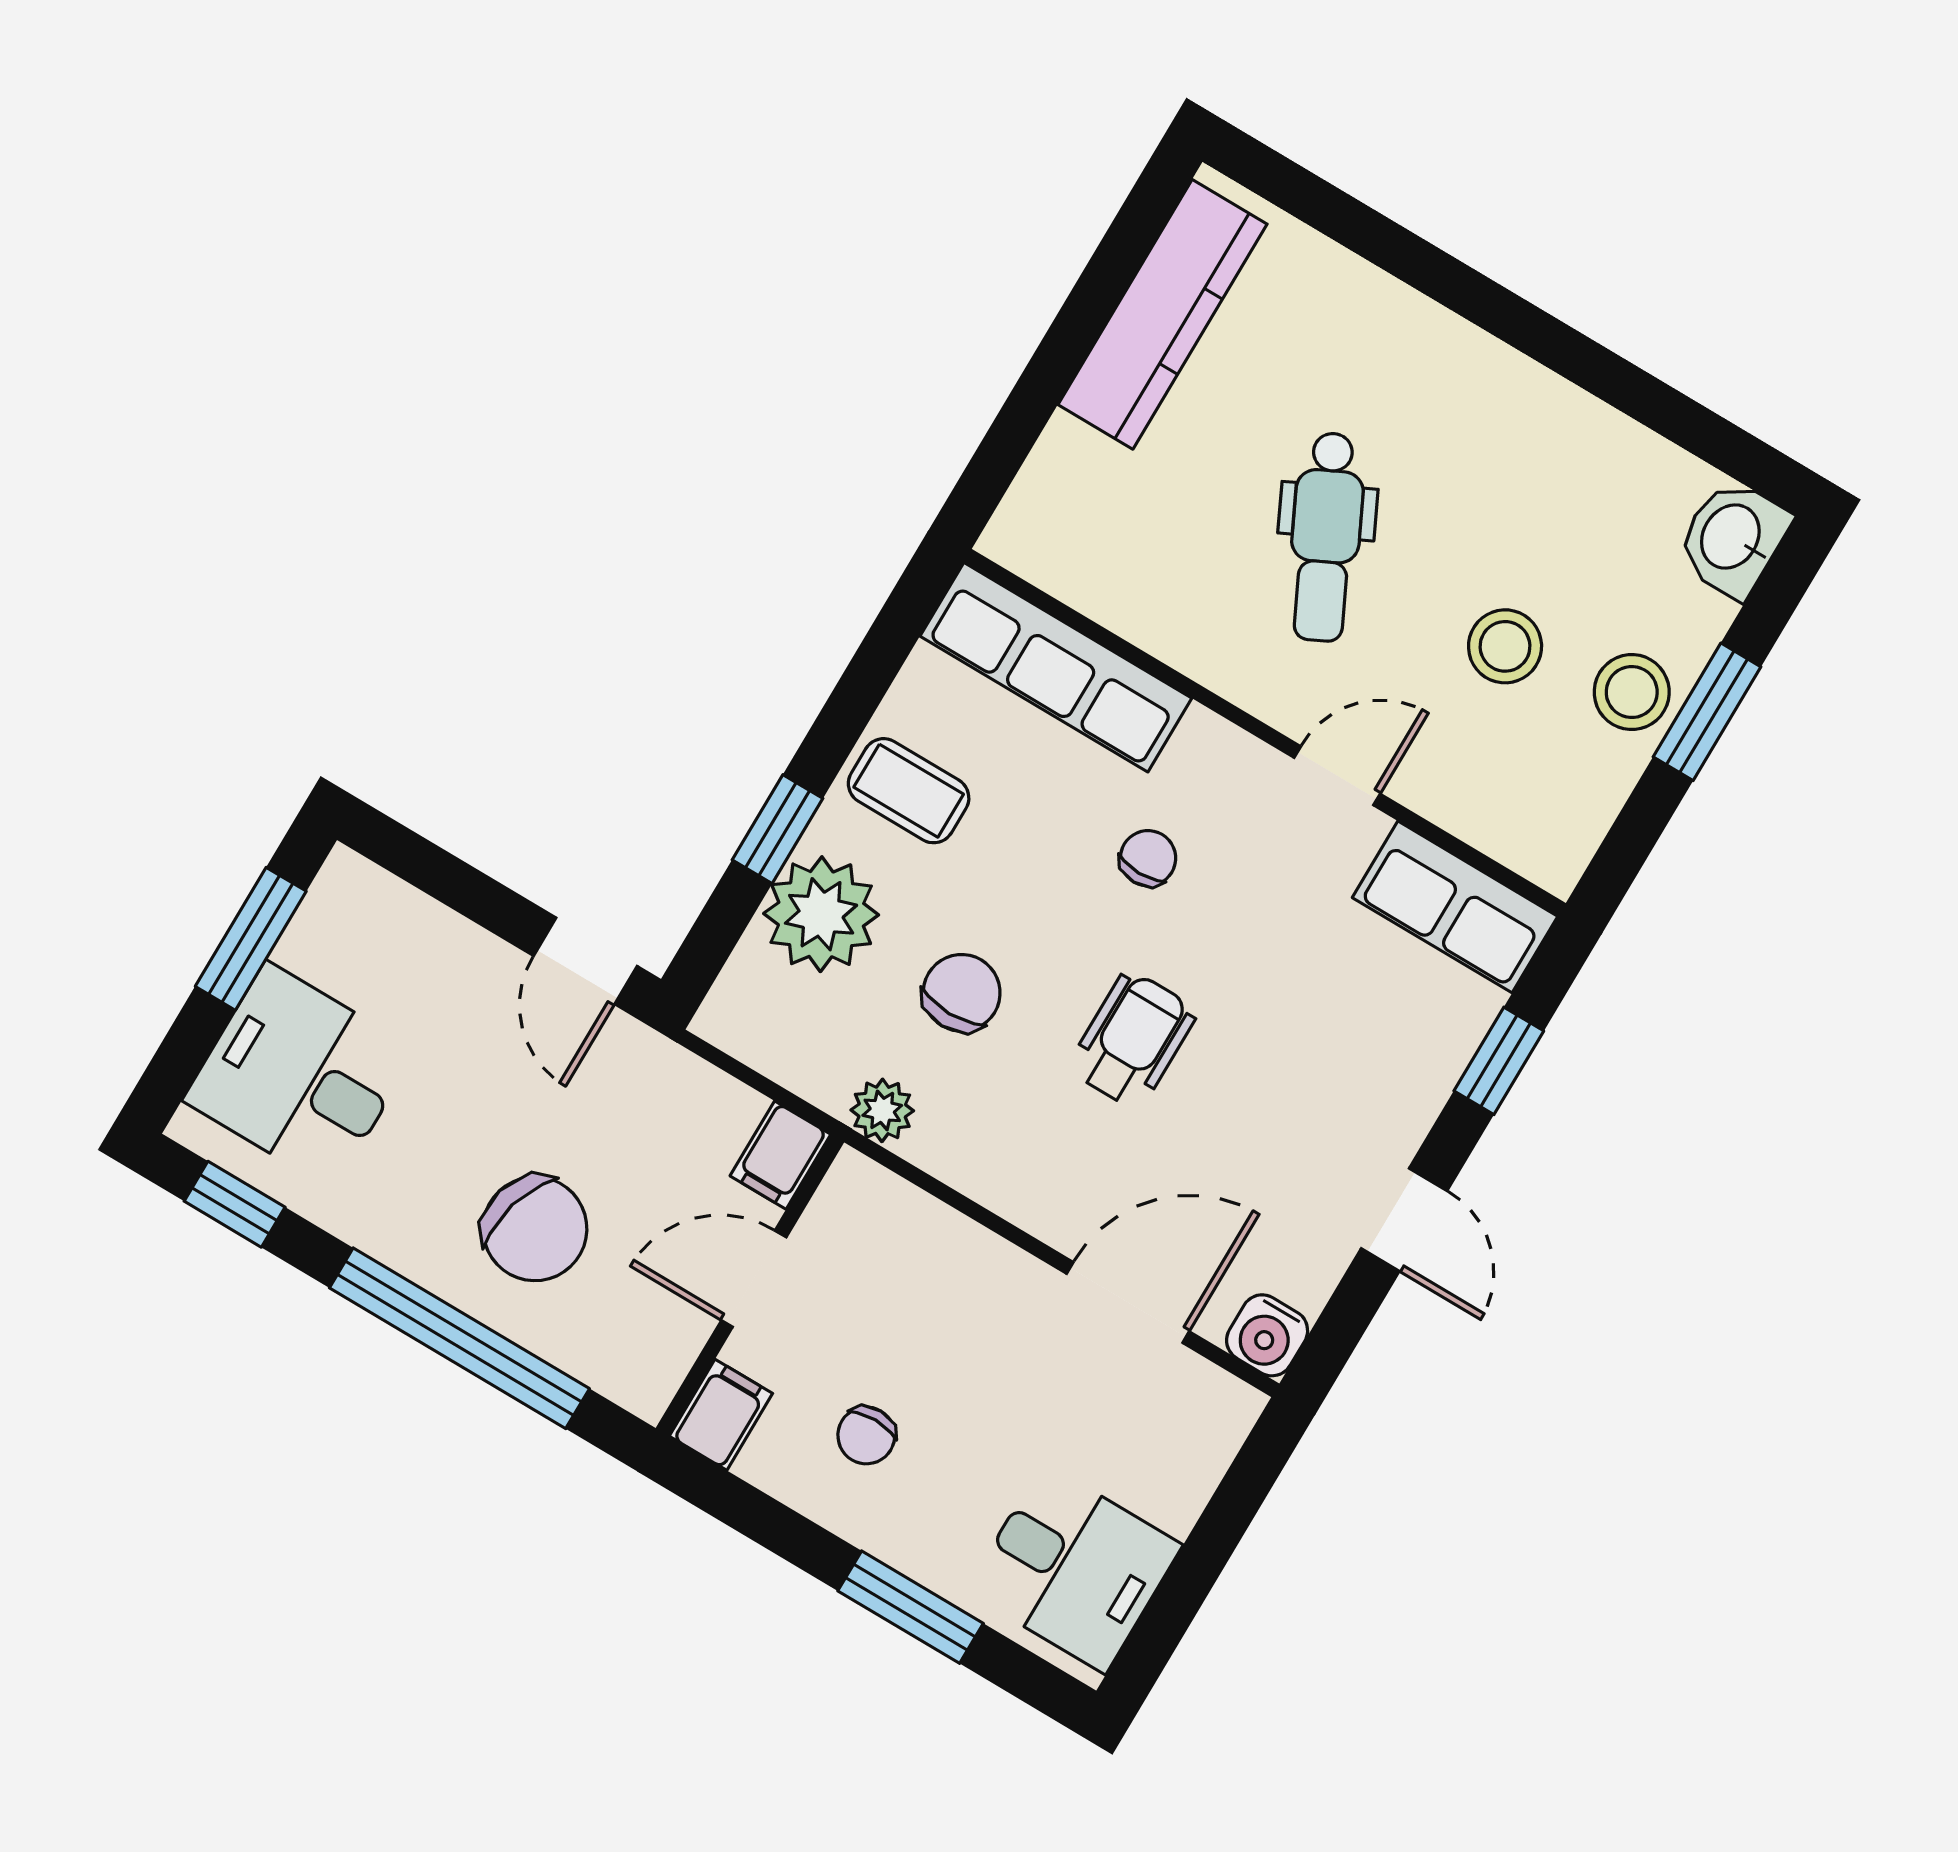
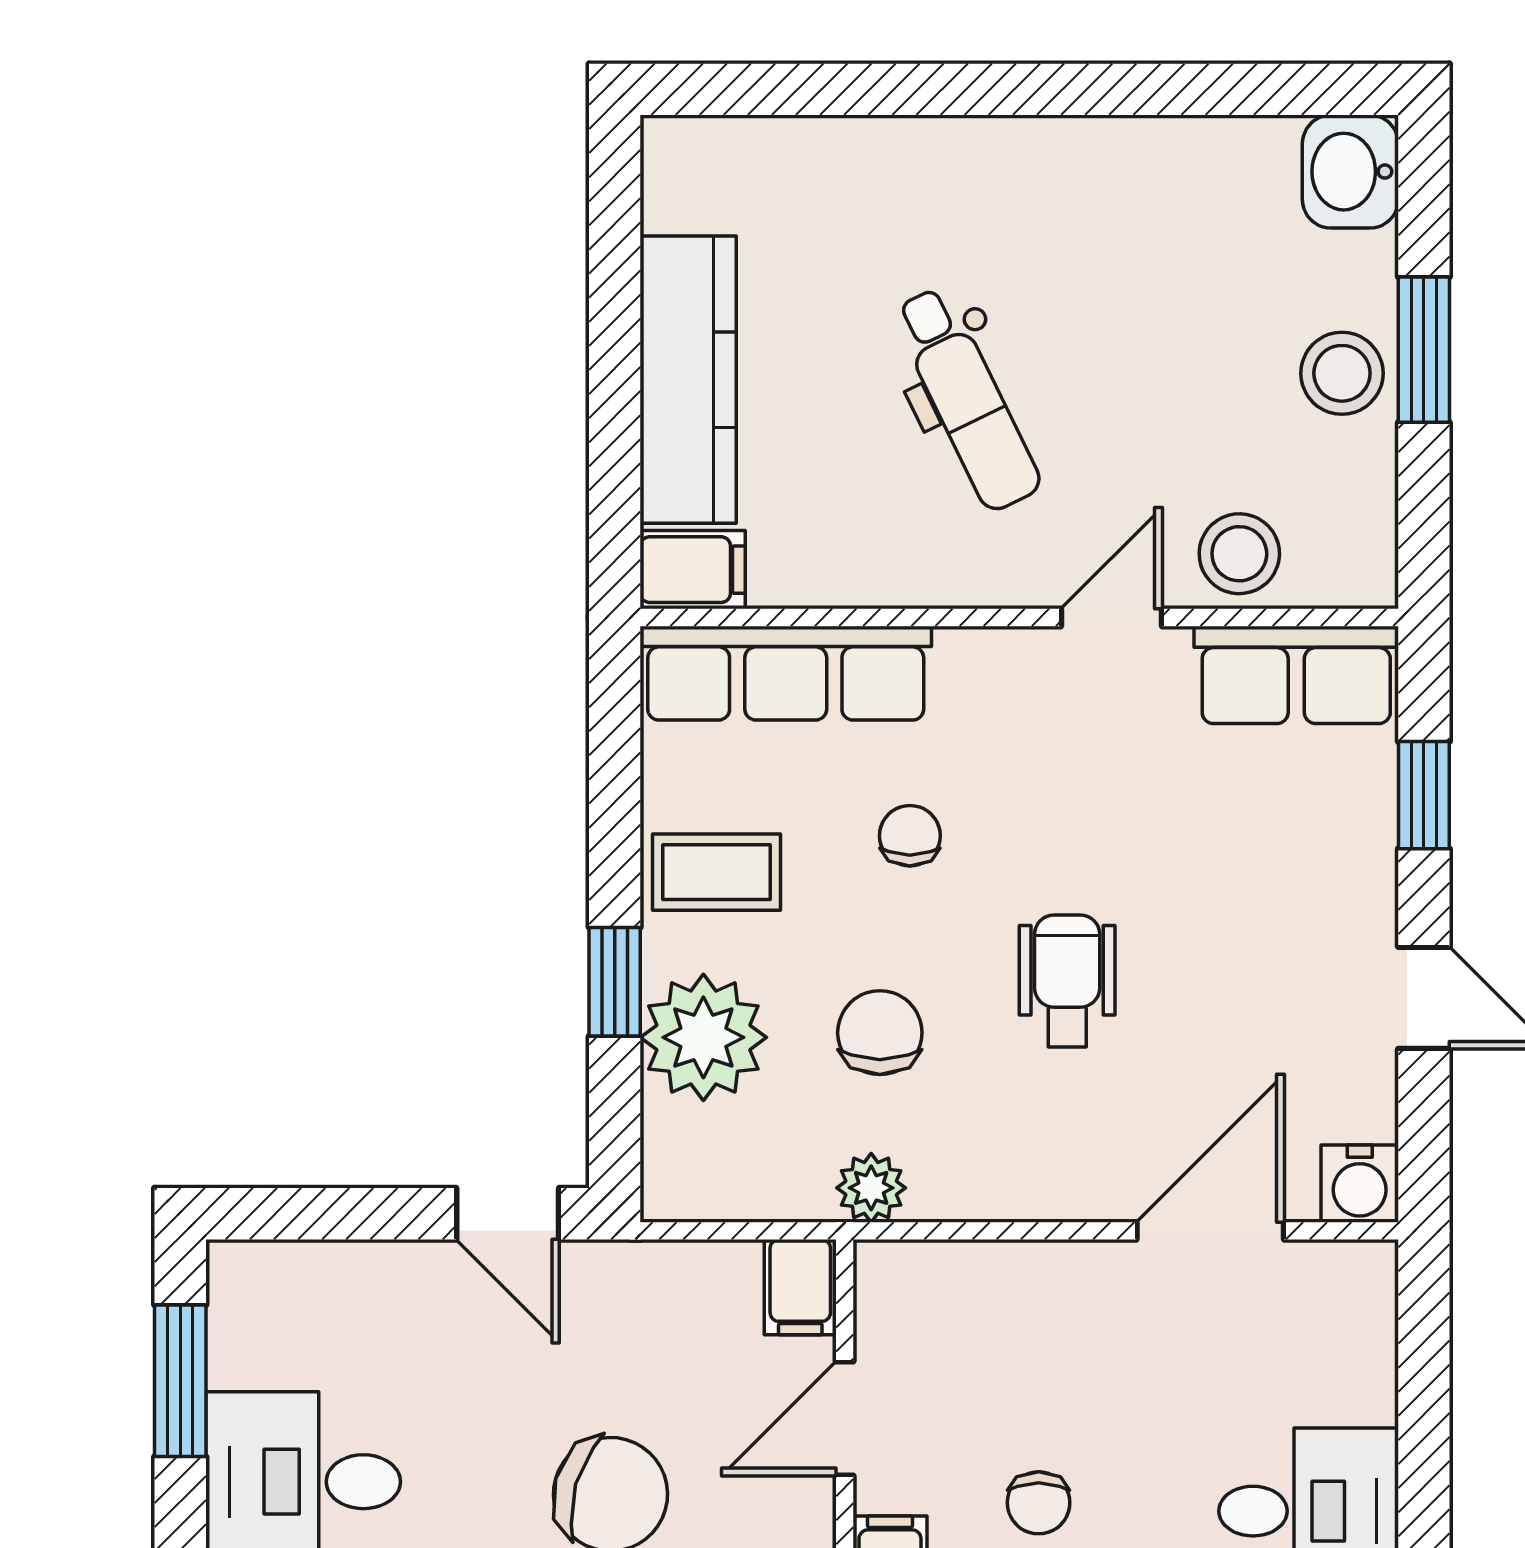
kitchen counter: (1162, 314) -> (688, 380), moved
filing cabinet: (1031, 543) -> (693, 570), added
stool: (1505, 646) -> (1239, 554), moved
chair: (1148, 858) -> (910, 836), moved

